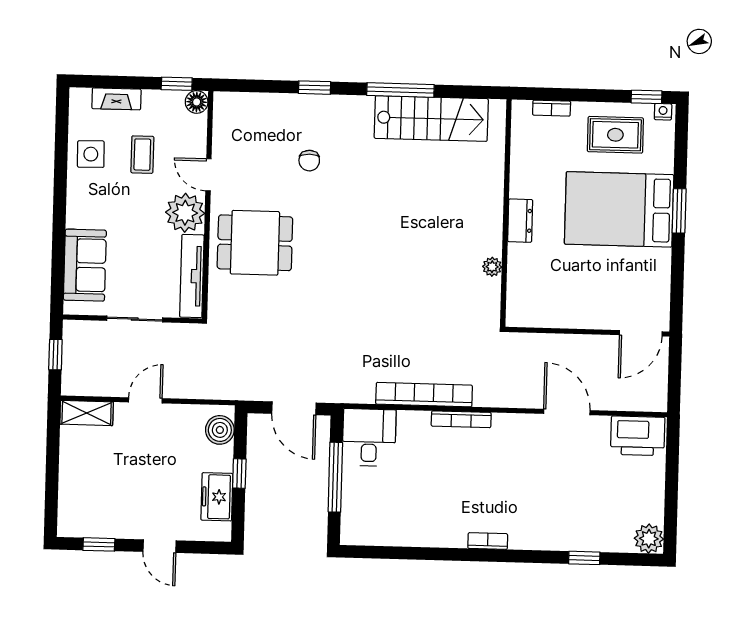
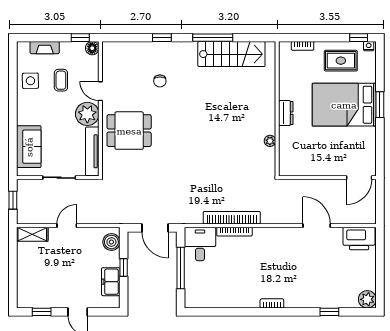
bookcase: (461, 419) -> (234, 232), moved

